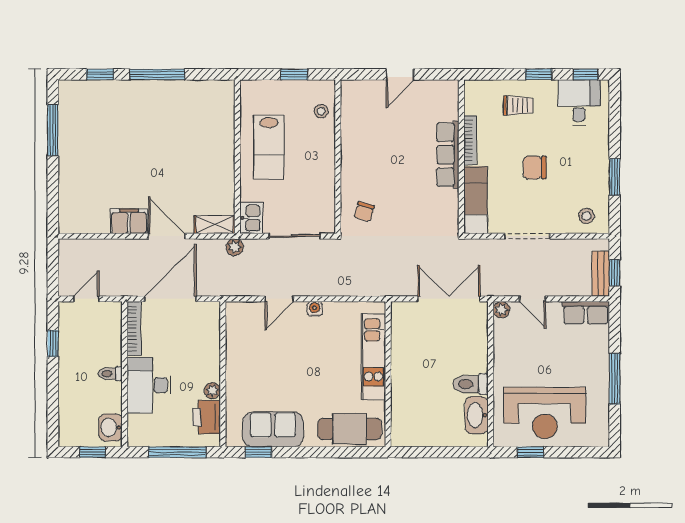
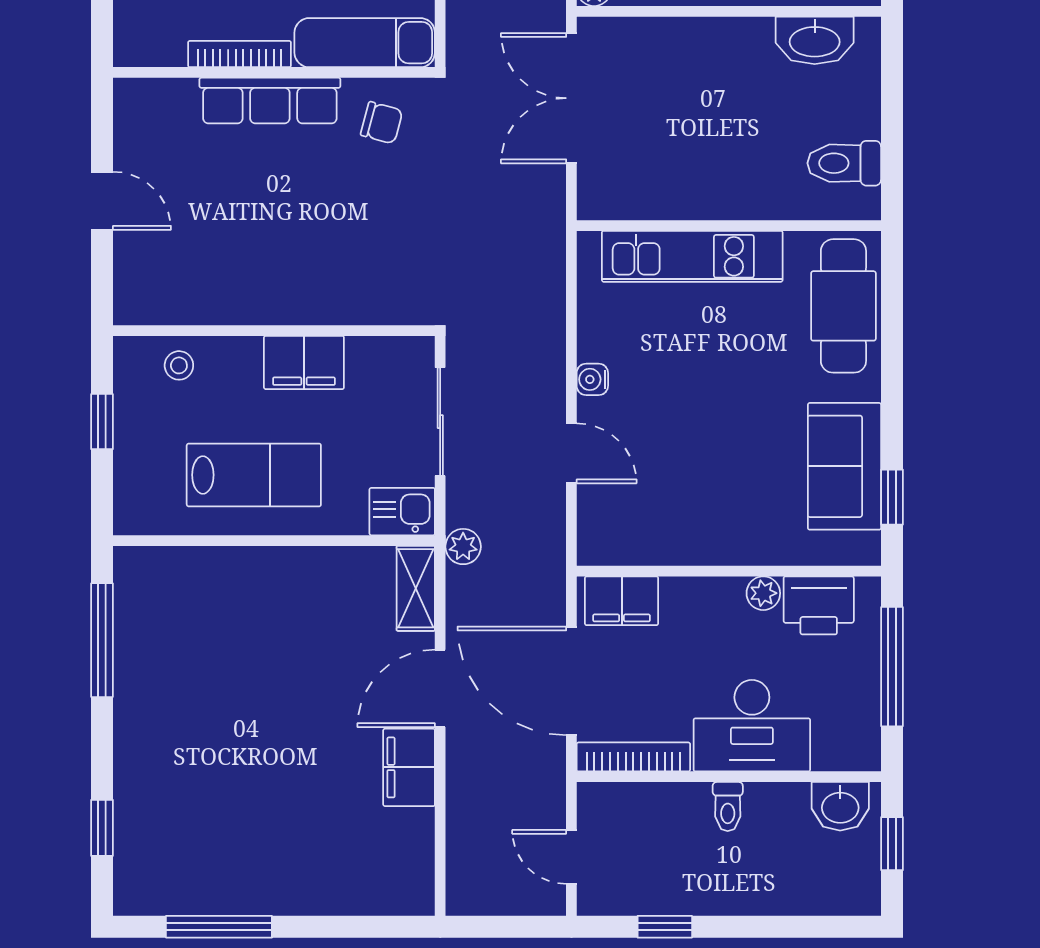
window: (157, 74) -> (102, 640), moved
filing cabinet: (323, 171) -> (304, 362), added
chair: (364, 212) -> (382, 123), moved
filing cabinet: (209, 323) -> (622, 601), added
toilet: (470, 384) -> (844, 163), moved, turned 90

